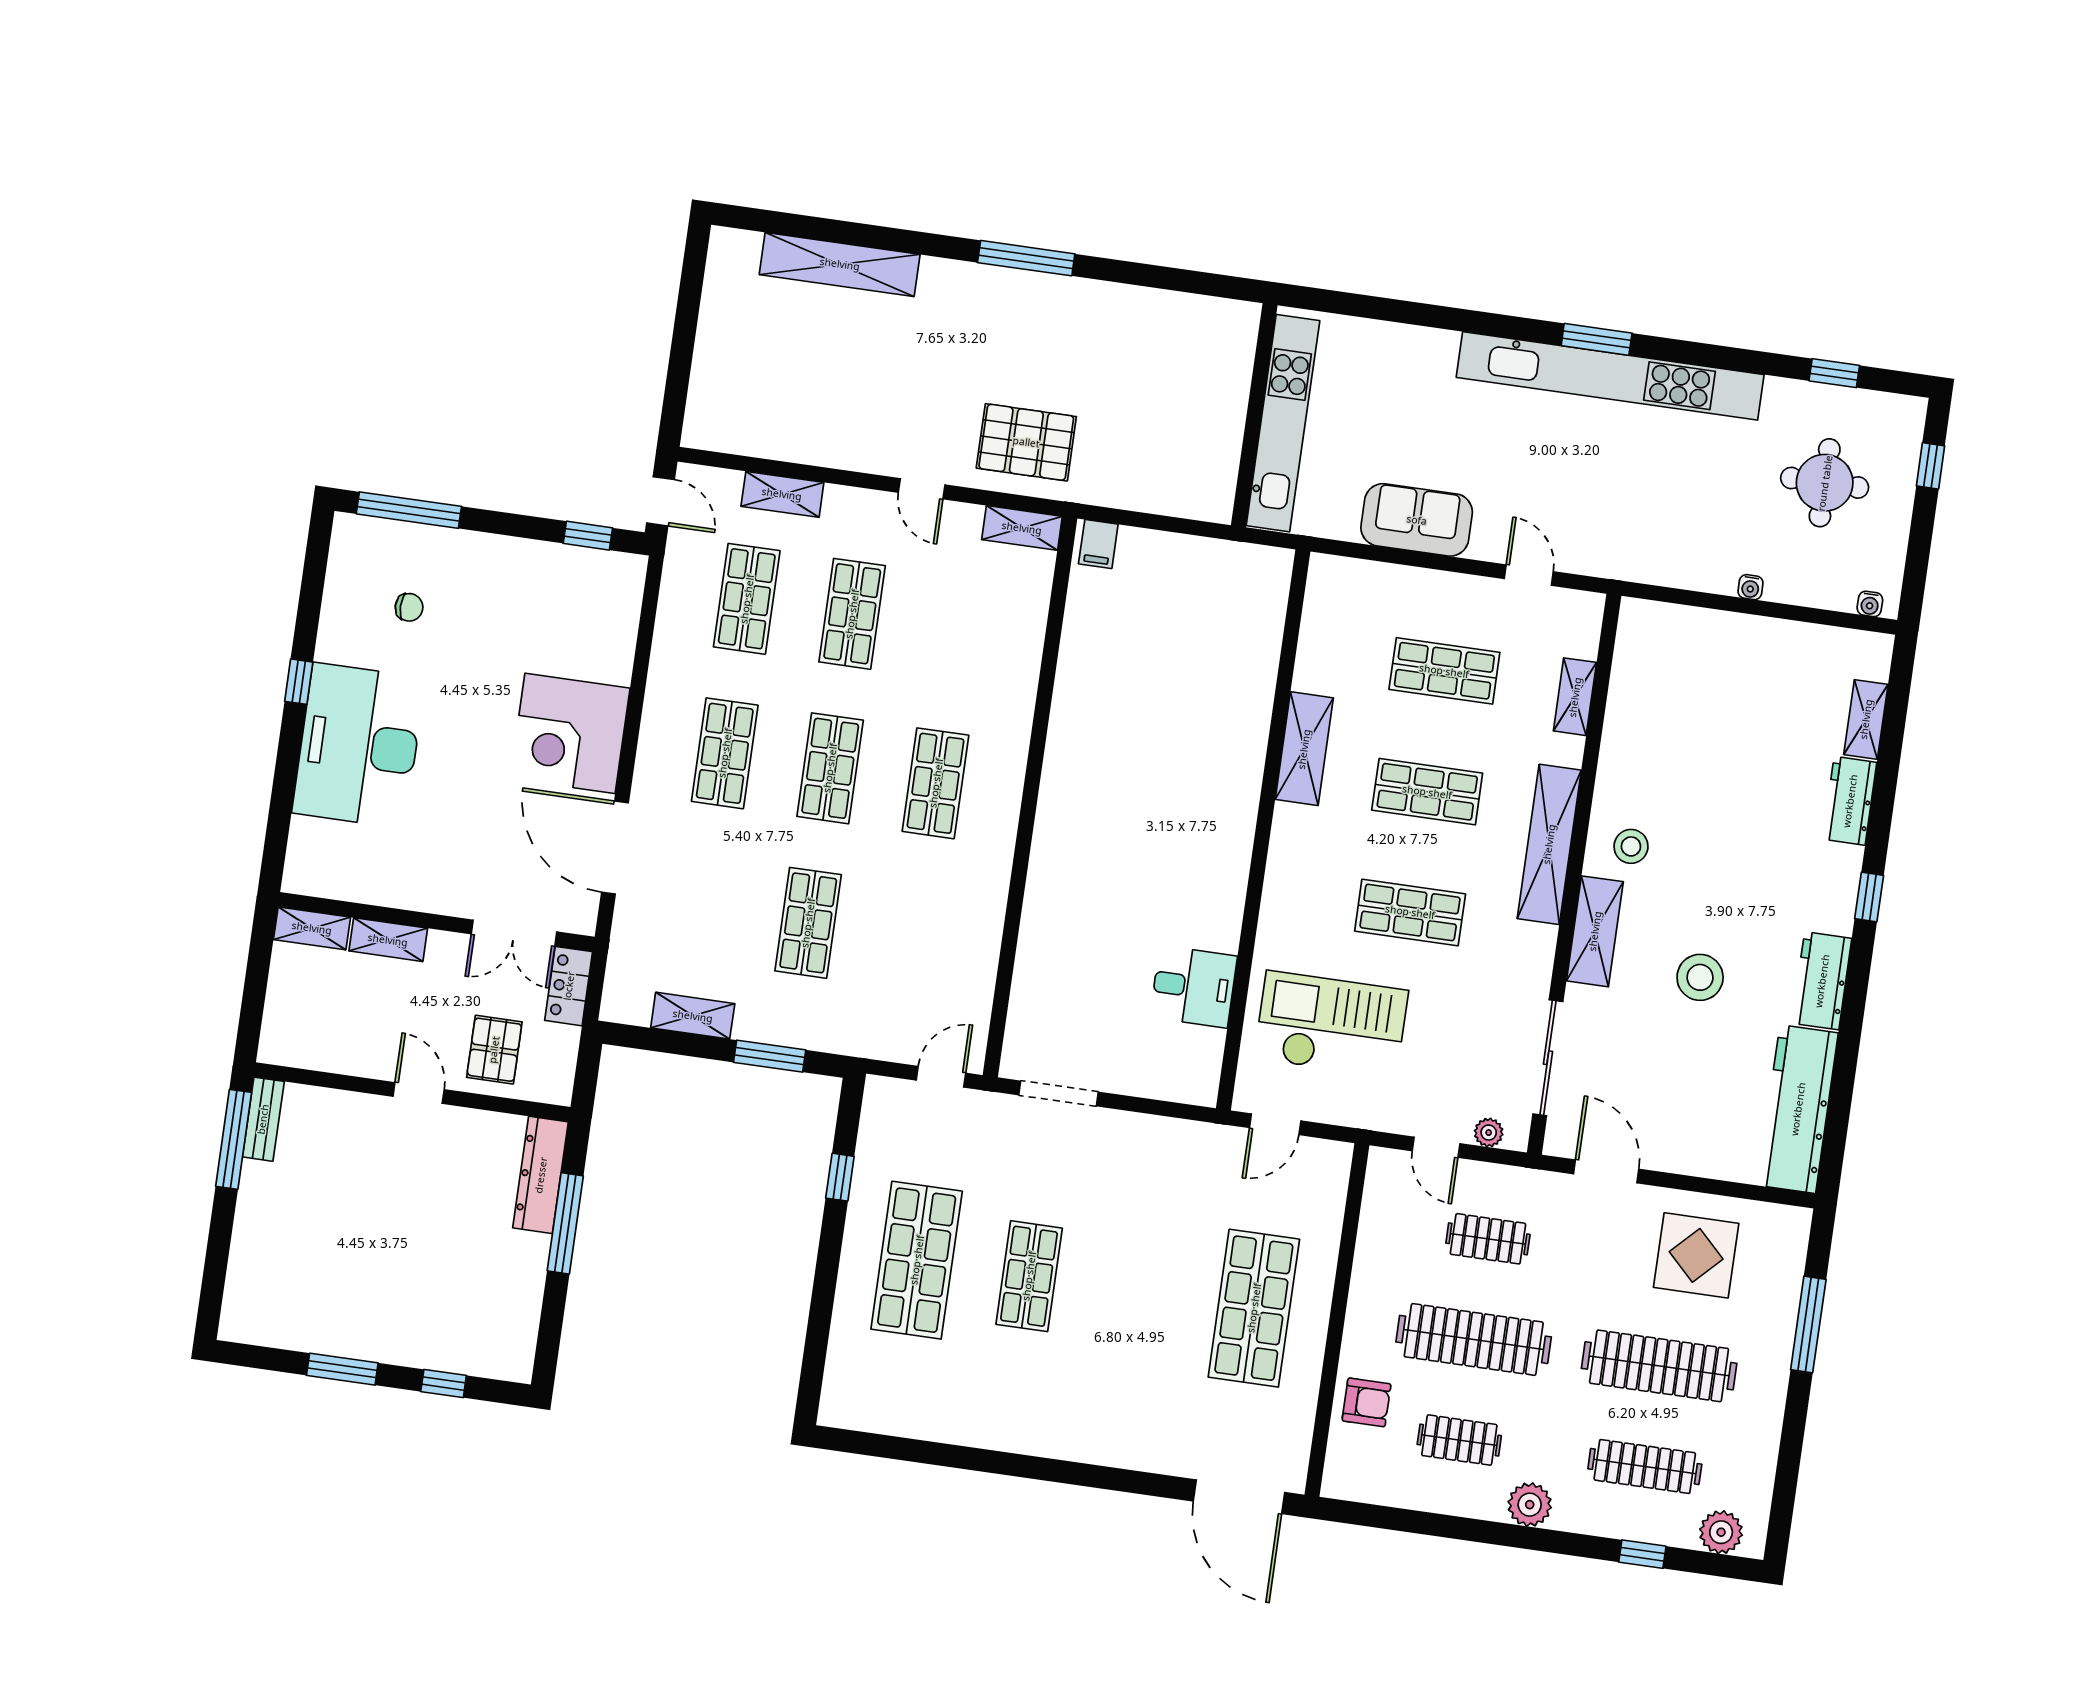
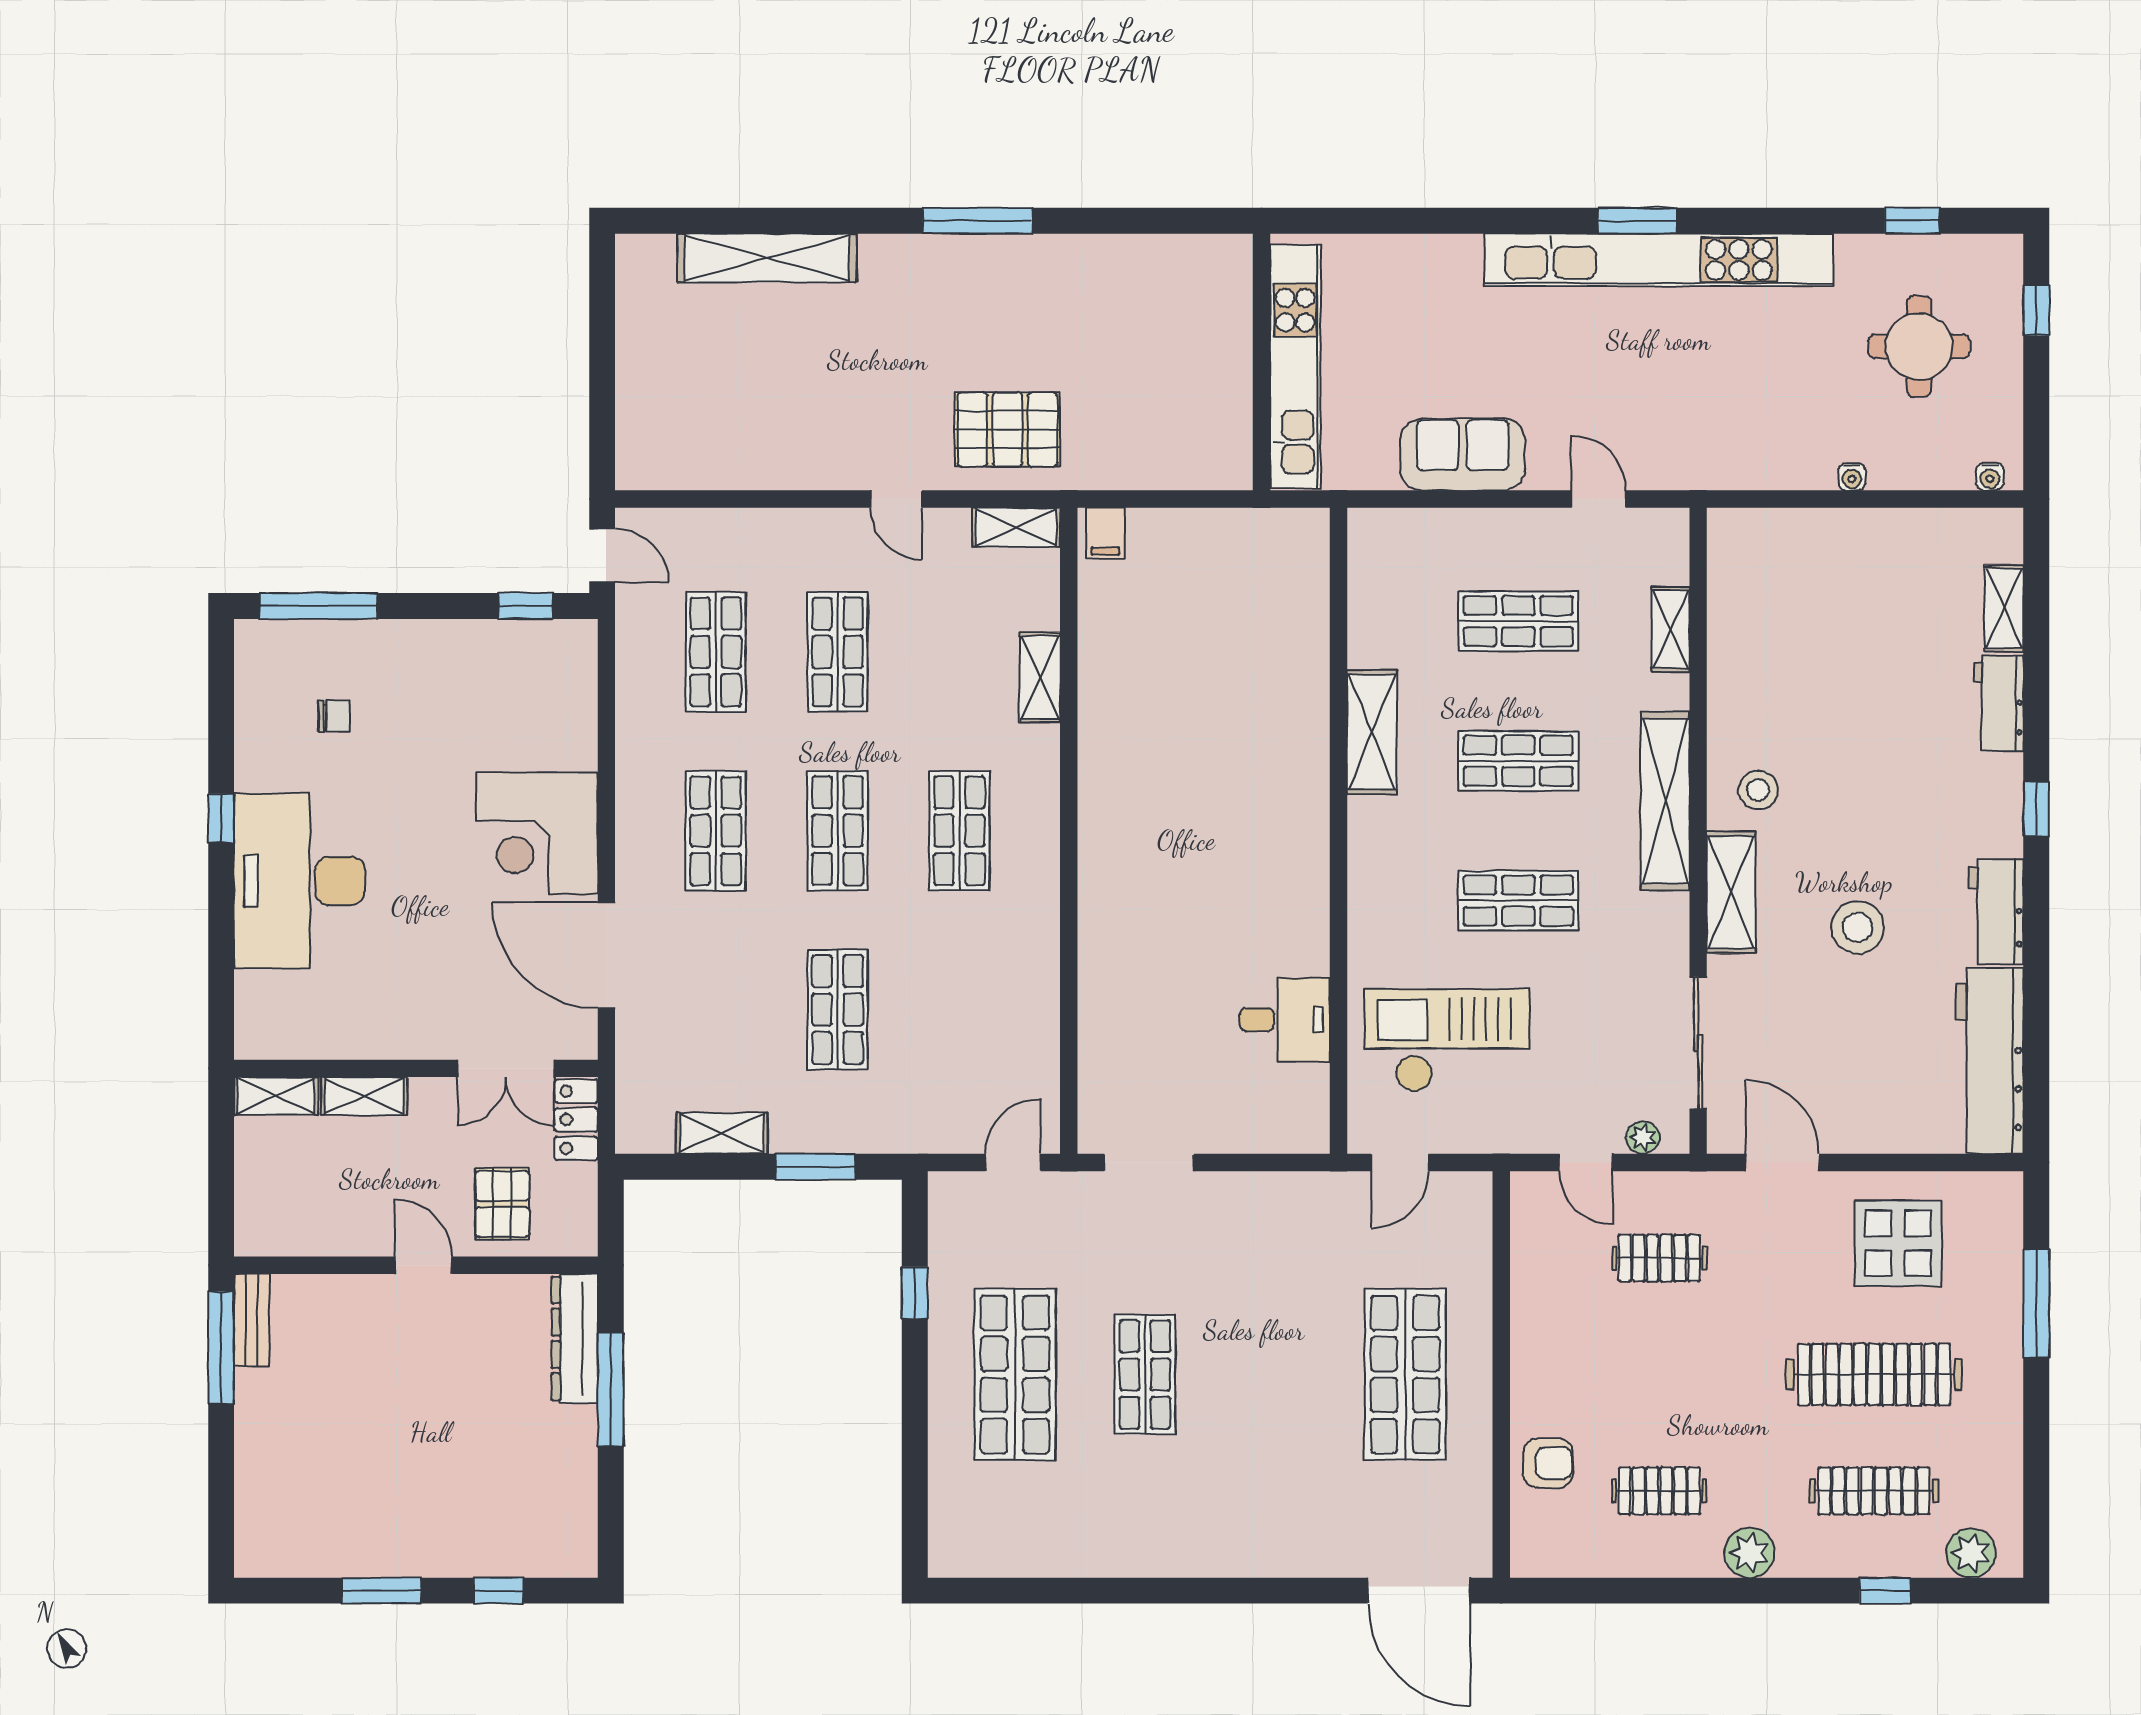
shelving: (782, 494) -> (1040, 677), moved, turned 90
clothes rail: (1474, 1339) -> (1659, 1374), removed

